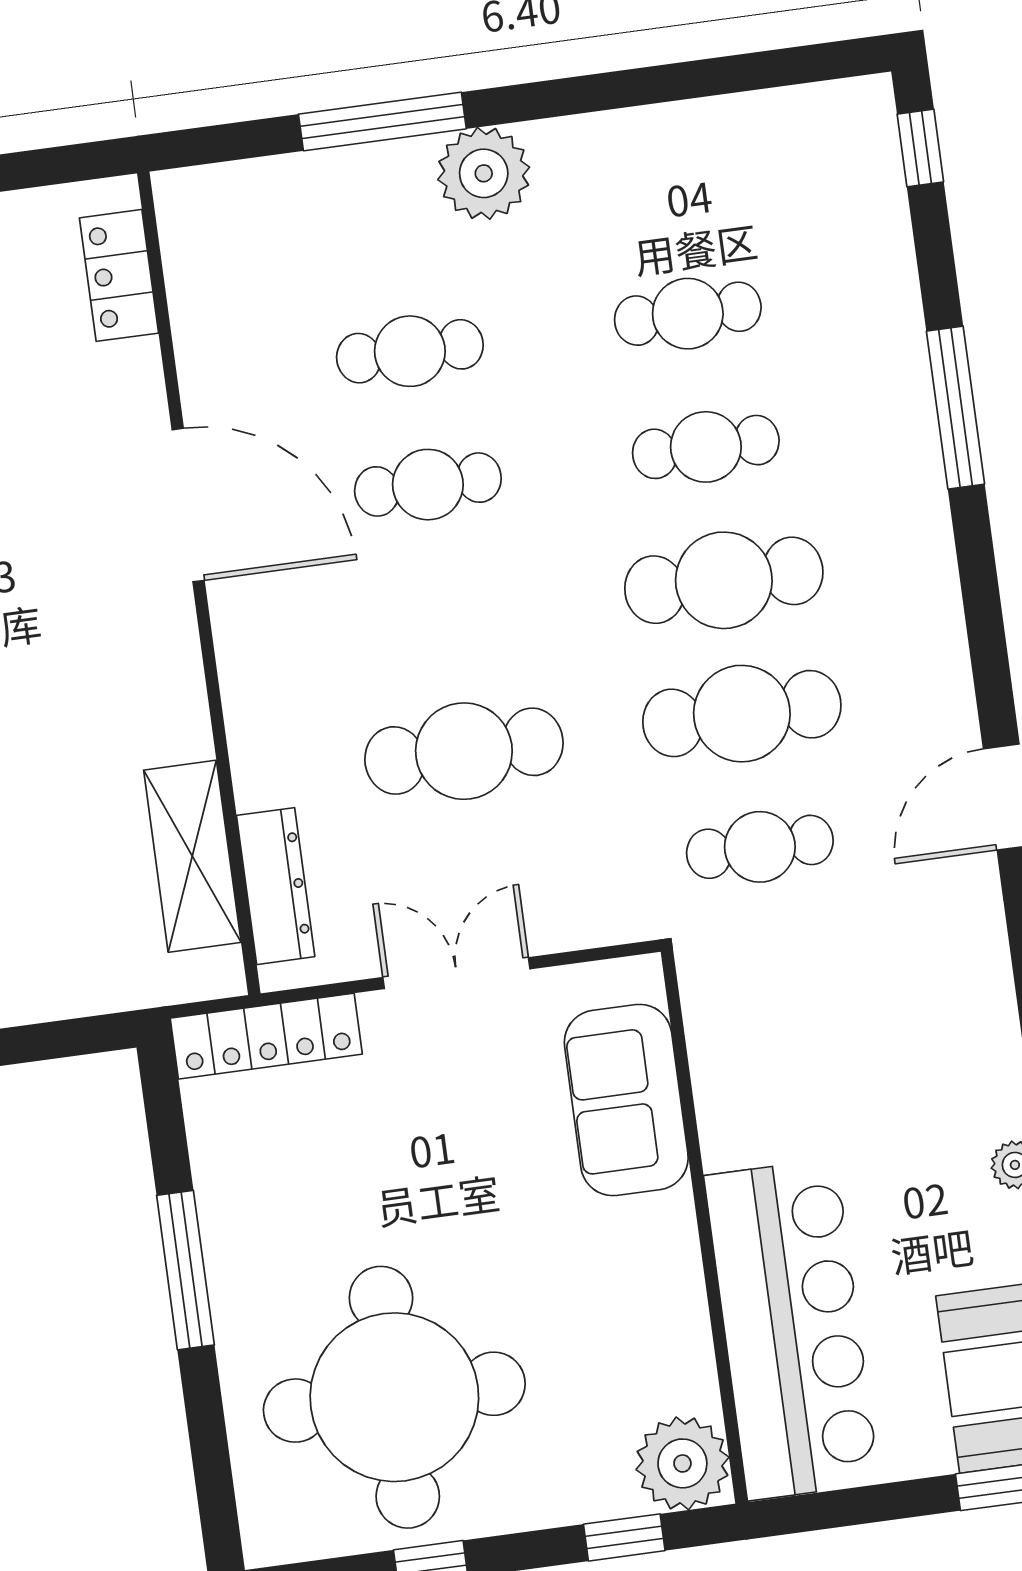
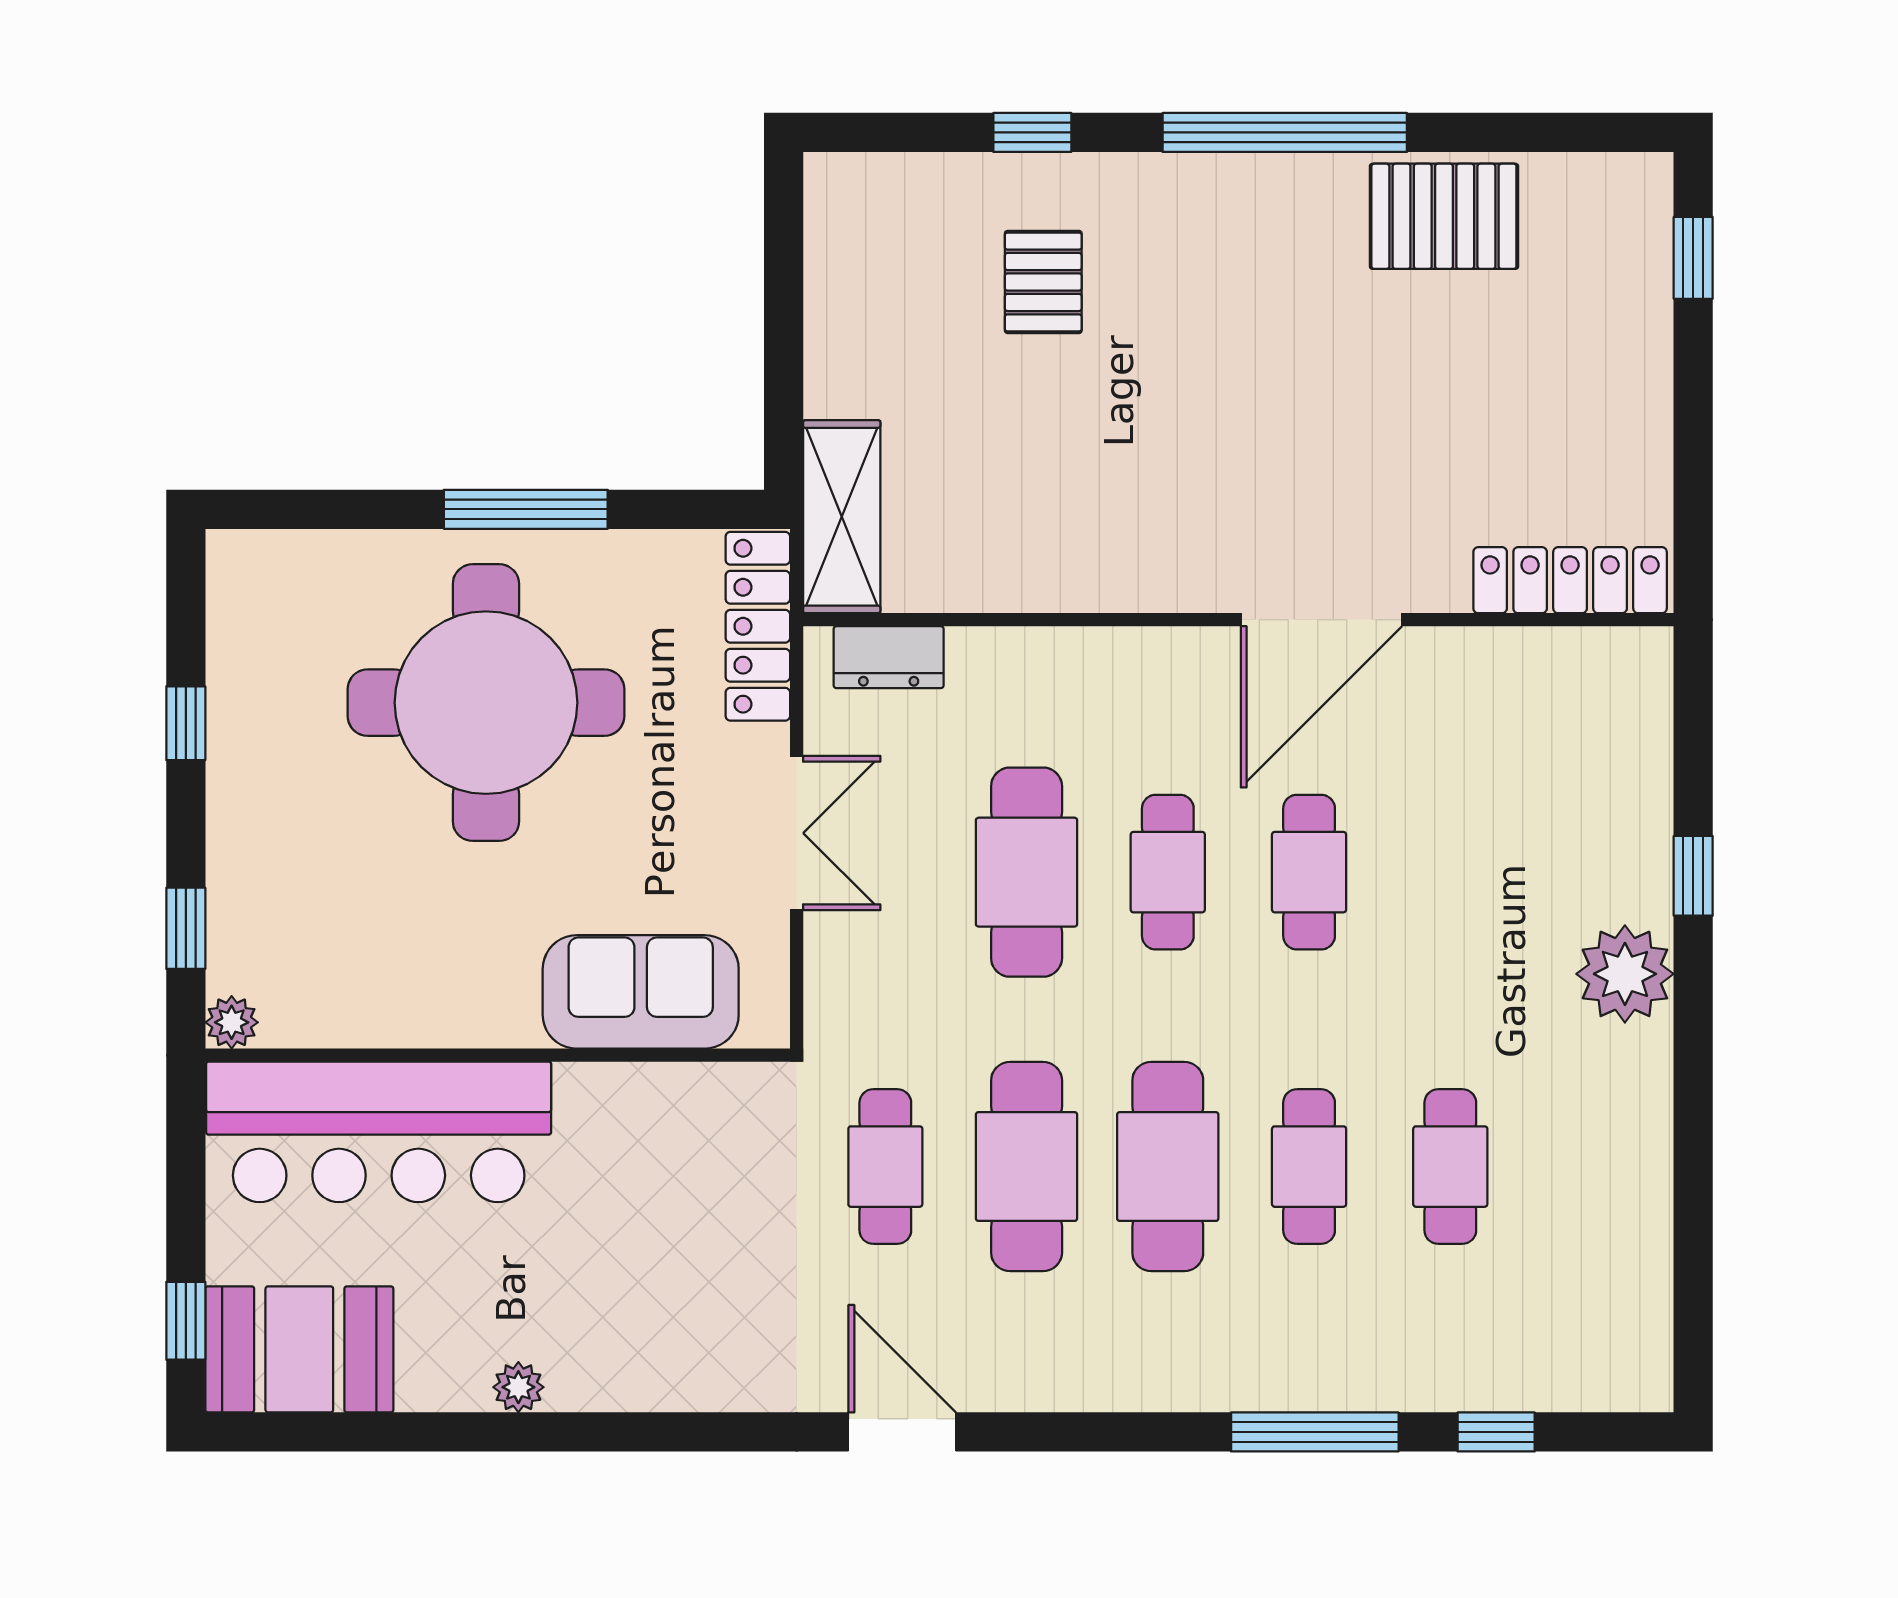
window: (382, 121) -> (1693, 876), width x0.46
window: (920, 148) -> (1496, 1432), moved
locker: (119, 275) -> (1570, 580), width x1.53
cafe table: (410, 351) -> (1168, 872), moved
shelving: (192, 856) -> (842, 517), moved, turned 90
dresser: (276, 886) -> (889, 657), width x0.70
round table: (394, 1397) -> (486, 703), moved
plant: (682, 1463) -> (232, 1022), width x0.53, depth x0.53

